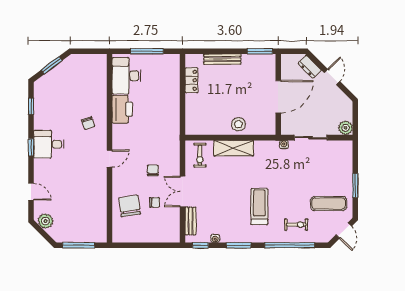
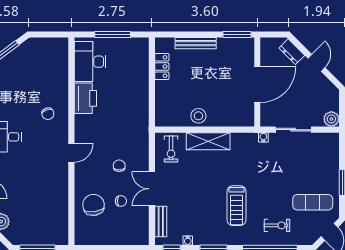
stool: (238, 124) -> (198, 116), moved
treadmill: (259, 207) -> (237, 206), turned 180

